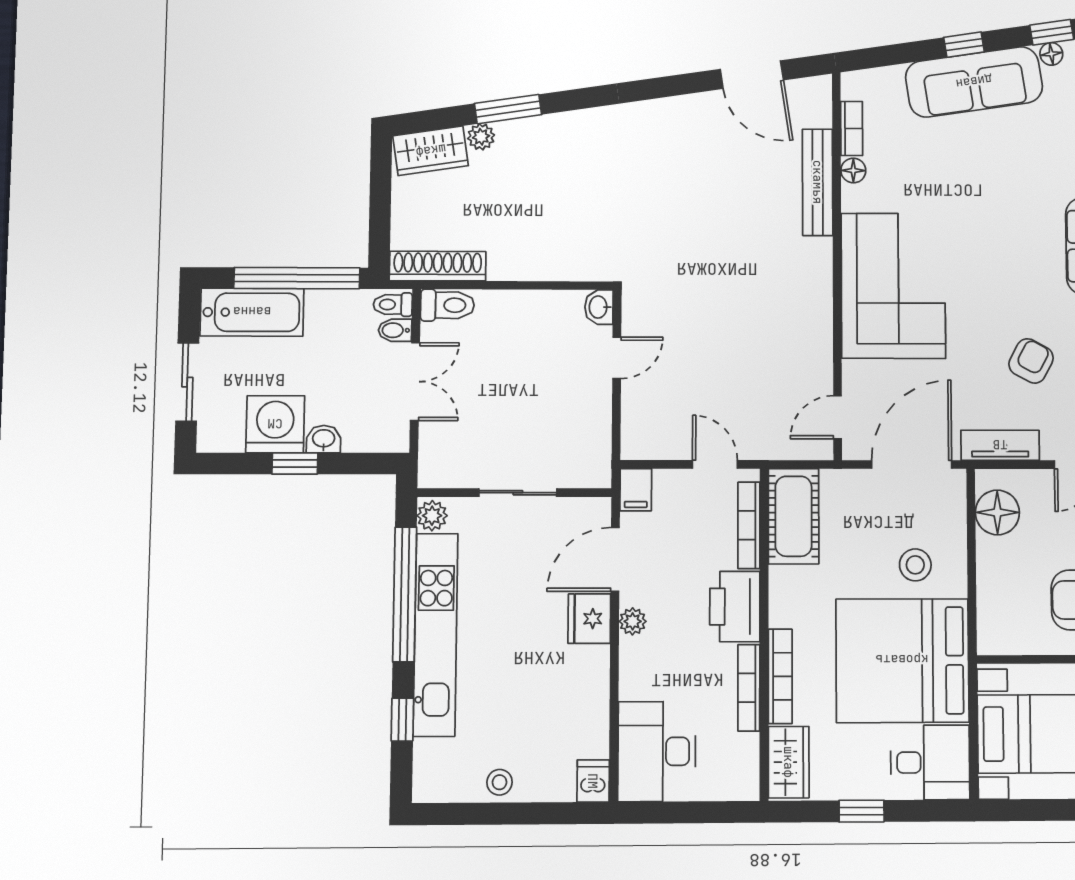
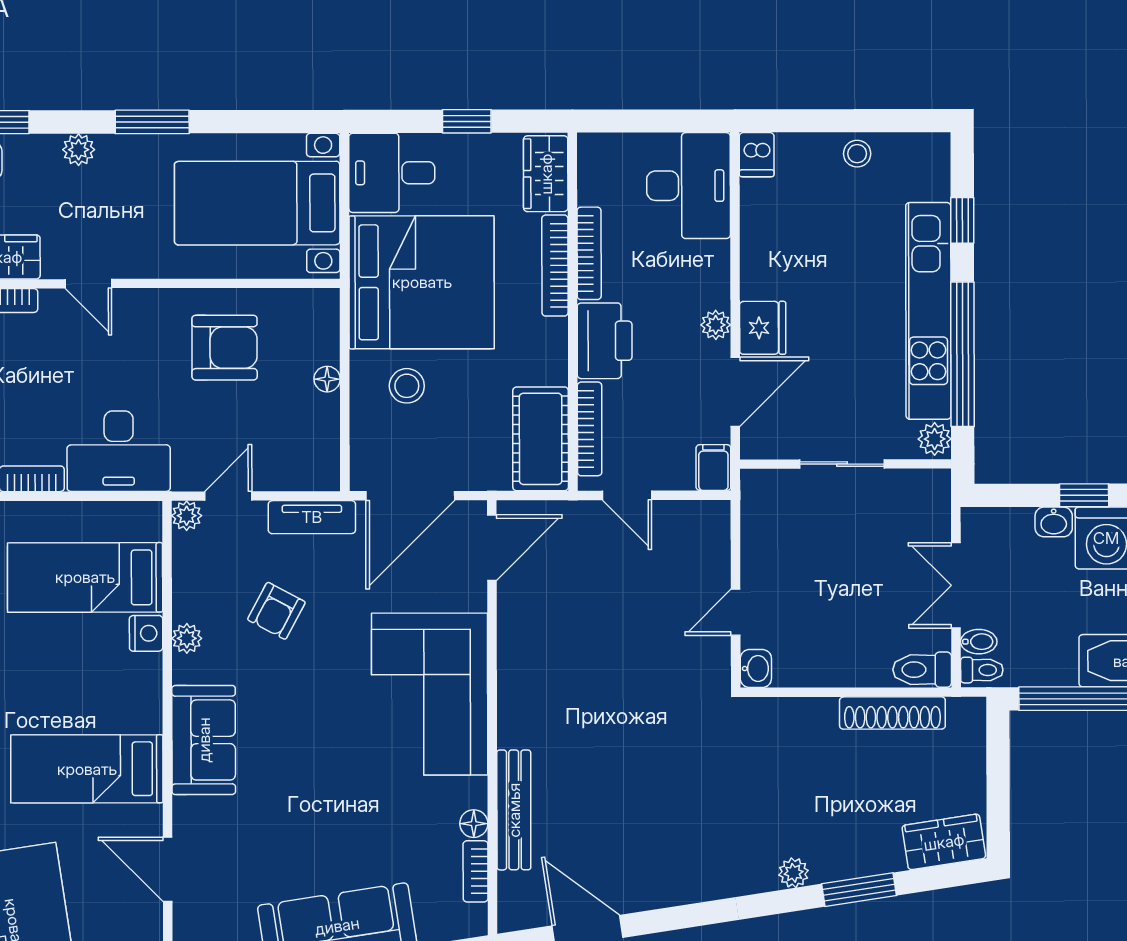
plant: (481, 137) -> (794, 873), moved
shoe rack: (438, 266) -> (892, 713), moved
door: (838, 417) -> (492, 548), width x1.38
floor lamp: (997, 512) -> (327, 379), moved, width x0.53, depth x0.53

